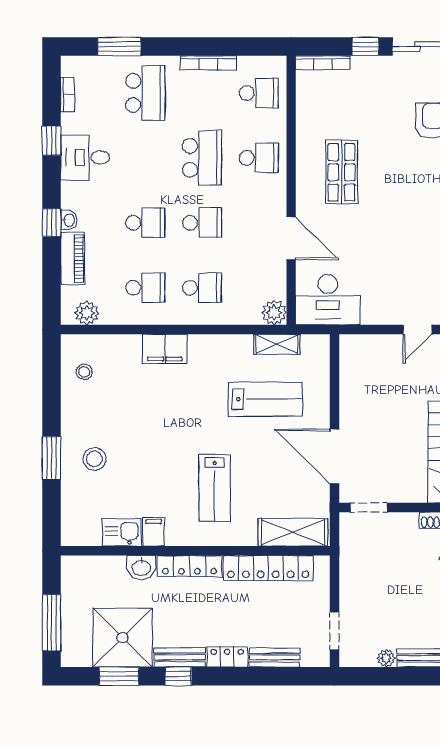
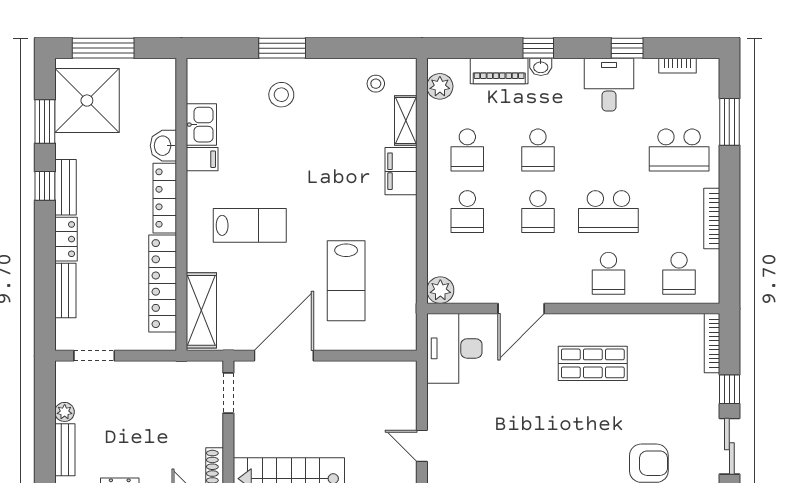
shelving: (277, 344) -> (406, 121), moved
lab bench: (215, 488) -> (250, 225), turned 180
shower: (122, 638) -> (87, 101), moved

